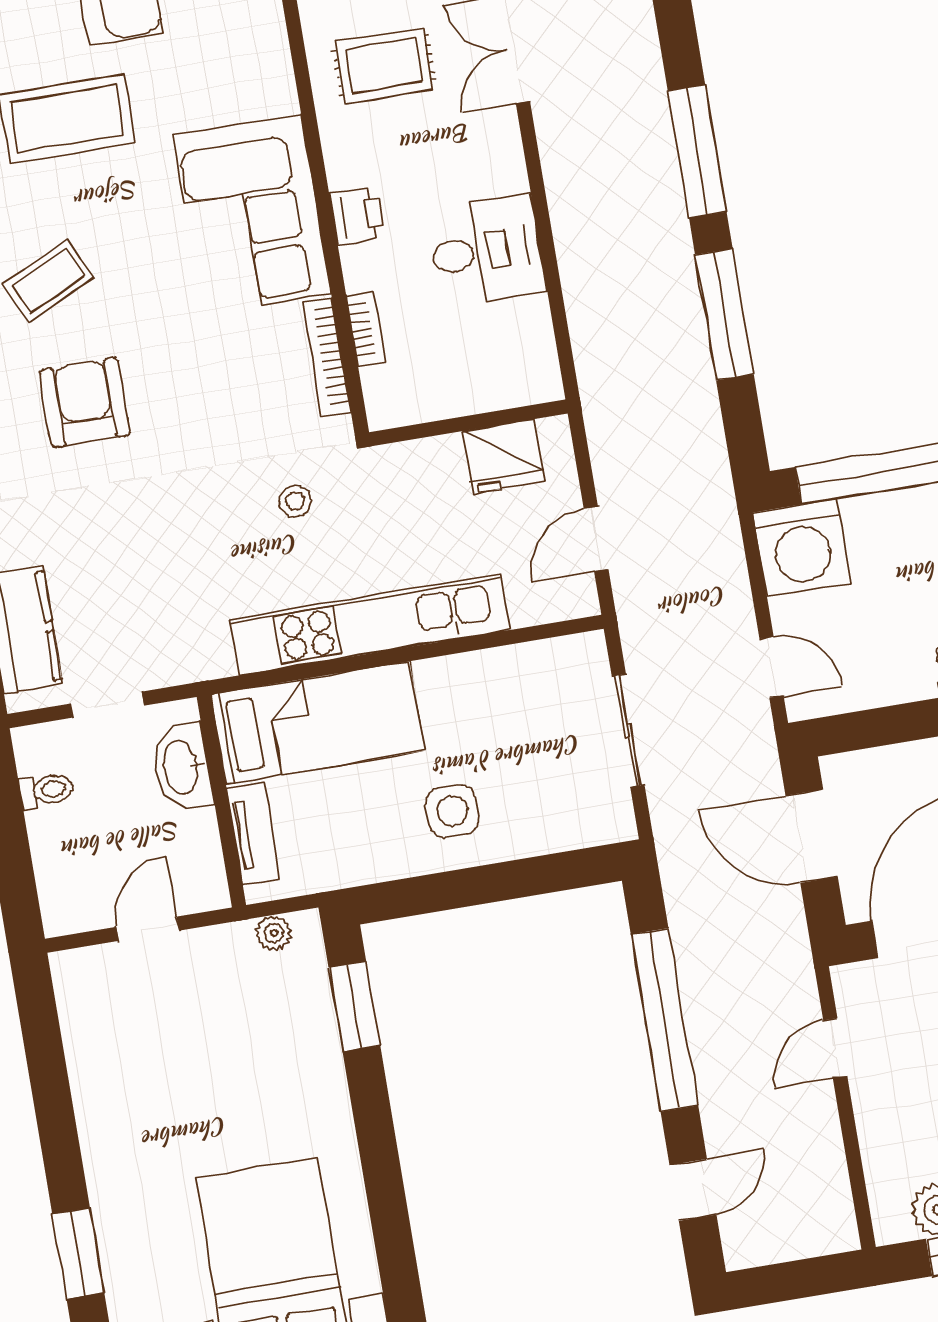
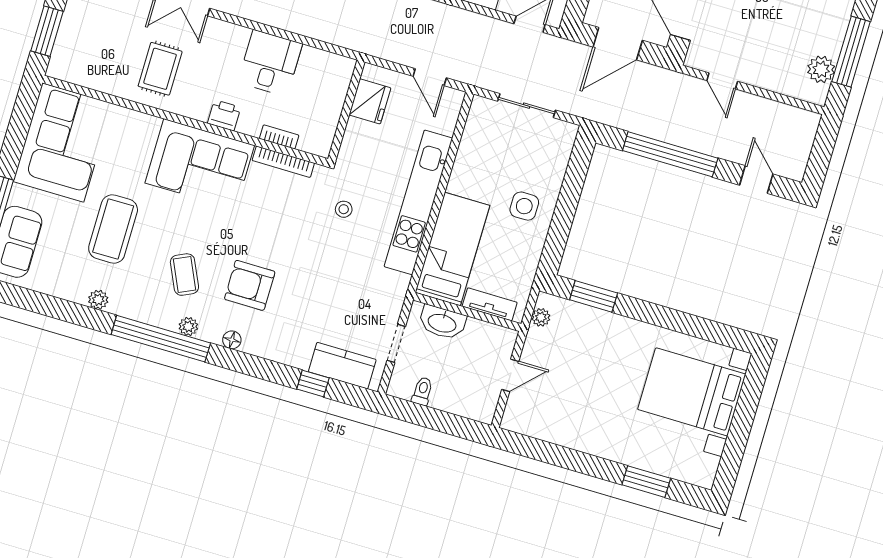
door: (148, 929) -> (510, 375), swing flipped

